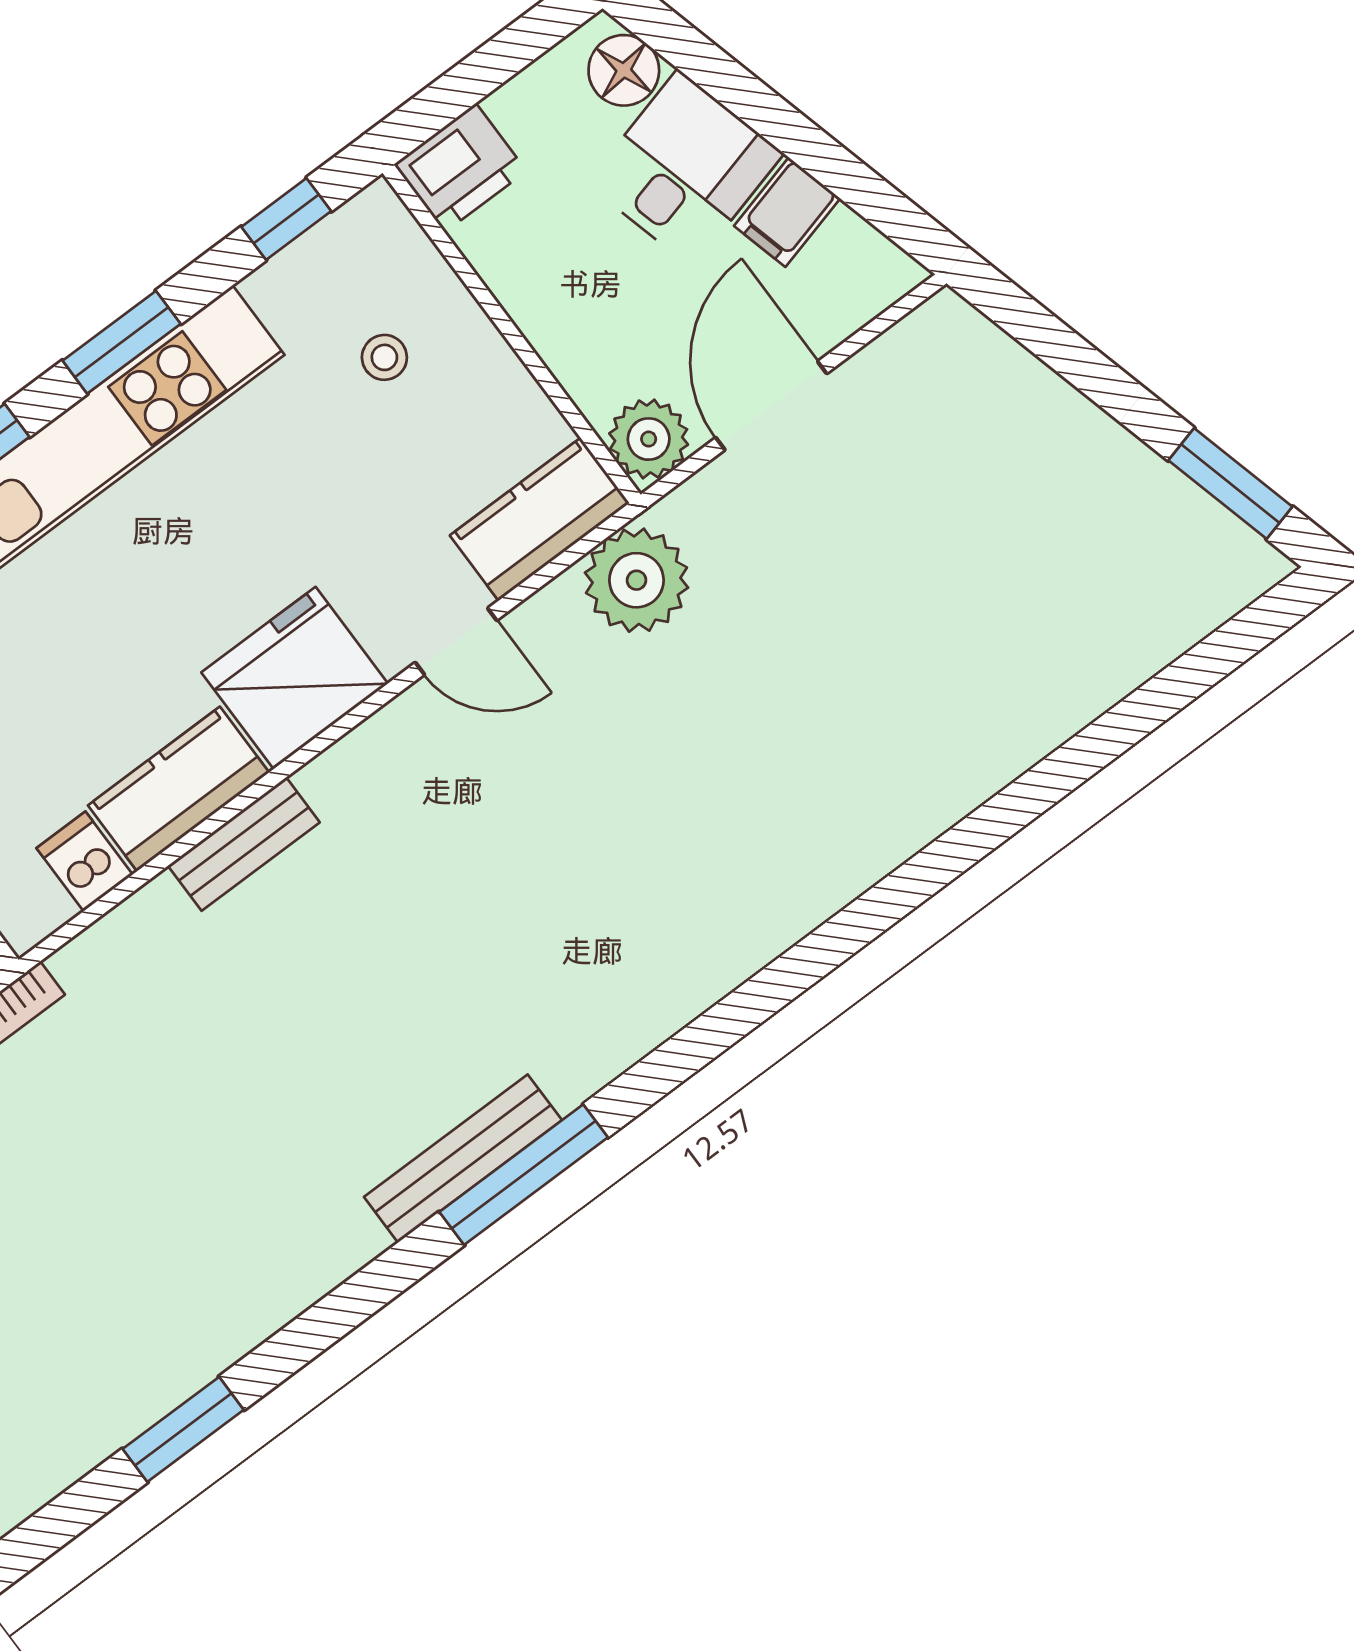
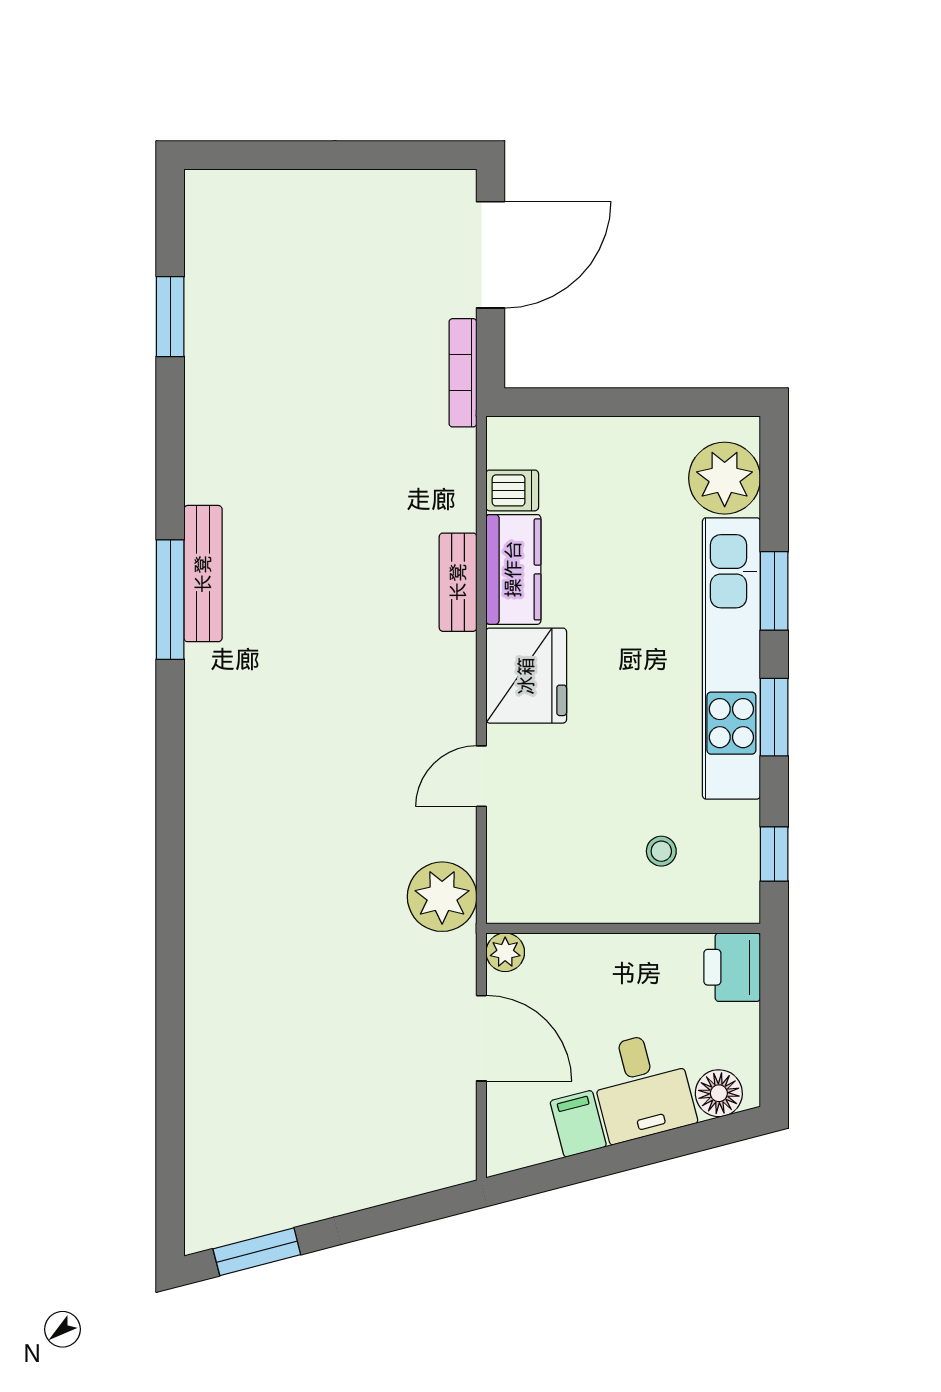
plant: (649, 439) -> (505, 952), width x0.73, depth x0.73
kitchen counter: (540, 519) -> (513, 869), removed

